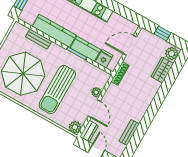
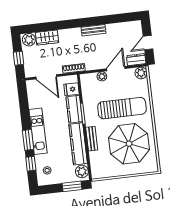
plant: (29, 17) -> (82, 171), added
bench: (39, 39) -> (92, 139), moved
bench: (129, 133) -> (94, 30), moved

